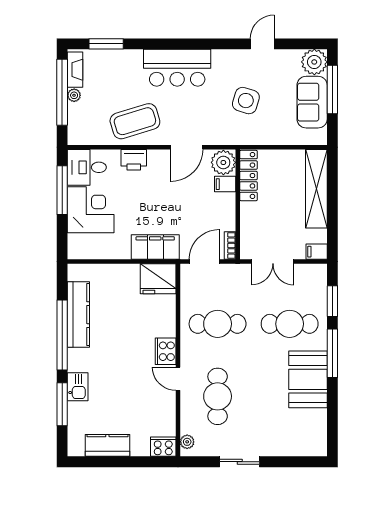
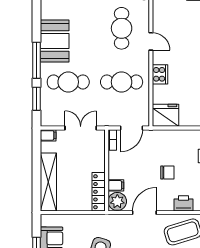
chair: (156, 202) -> (167, 173), added
filing cabinet: (155, 247) -> (168, 139), removed
cooker: (166, 351) -> (160, 74), moved

